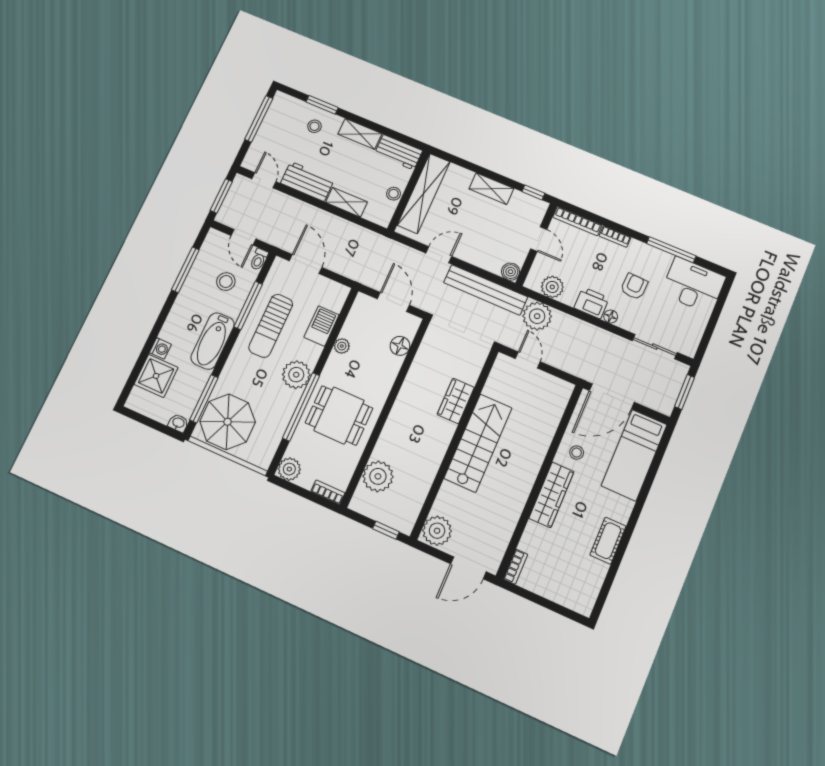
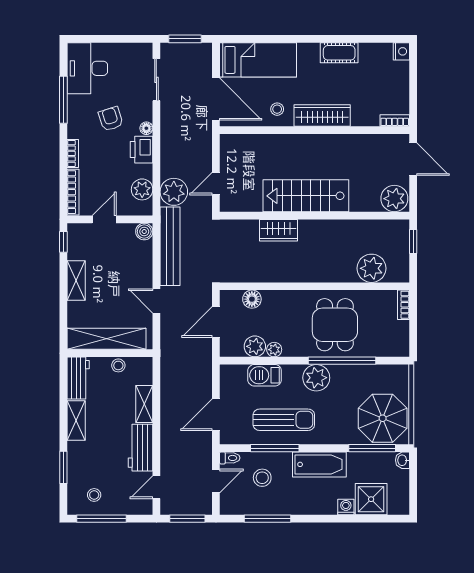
stool: (314, 126) -> (94, 495), moved
armchair: (634, 287) -> (111, 119), turned 70
plant: (289, 469) -> (255, 346), moved
nightstand: (584, 606) -> (401, 51), added

